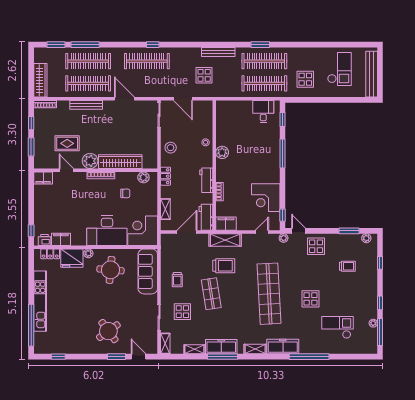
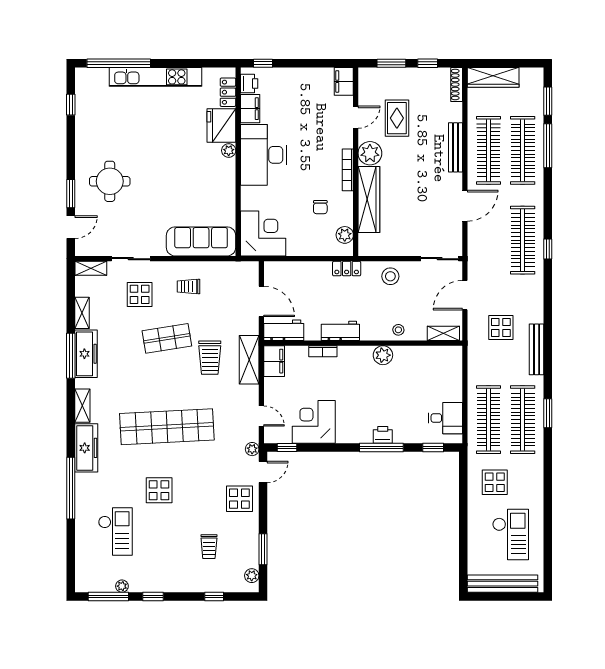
checkout: (339, 69) -> (511, 534), turned -90
printer: (274, 153) -> (383, 435), added
shelving: (165, 209) -> (443, 333), moved
desk: (107, 231) -> (263, 155), moved
round table: (111, 270) -> (203, 184), removed
round table: (108, 331) -> (110, 181), turned 36

